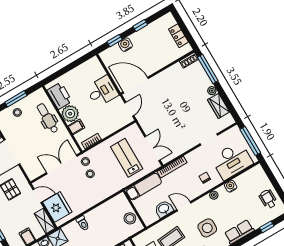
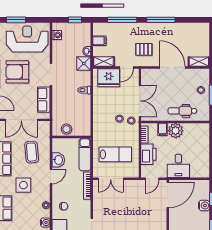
printer: (60, 96) -> (148, 154), moved, turned -90
door: (129, 109) -> (152, 179), hinge flipped
dental chair: (48, 118) -> (182, 111), turned 180

